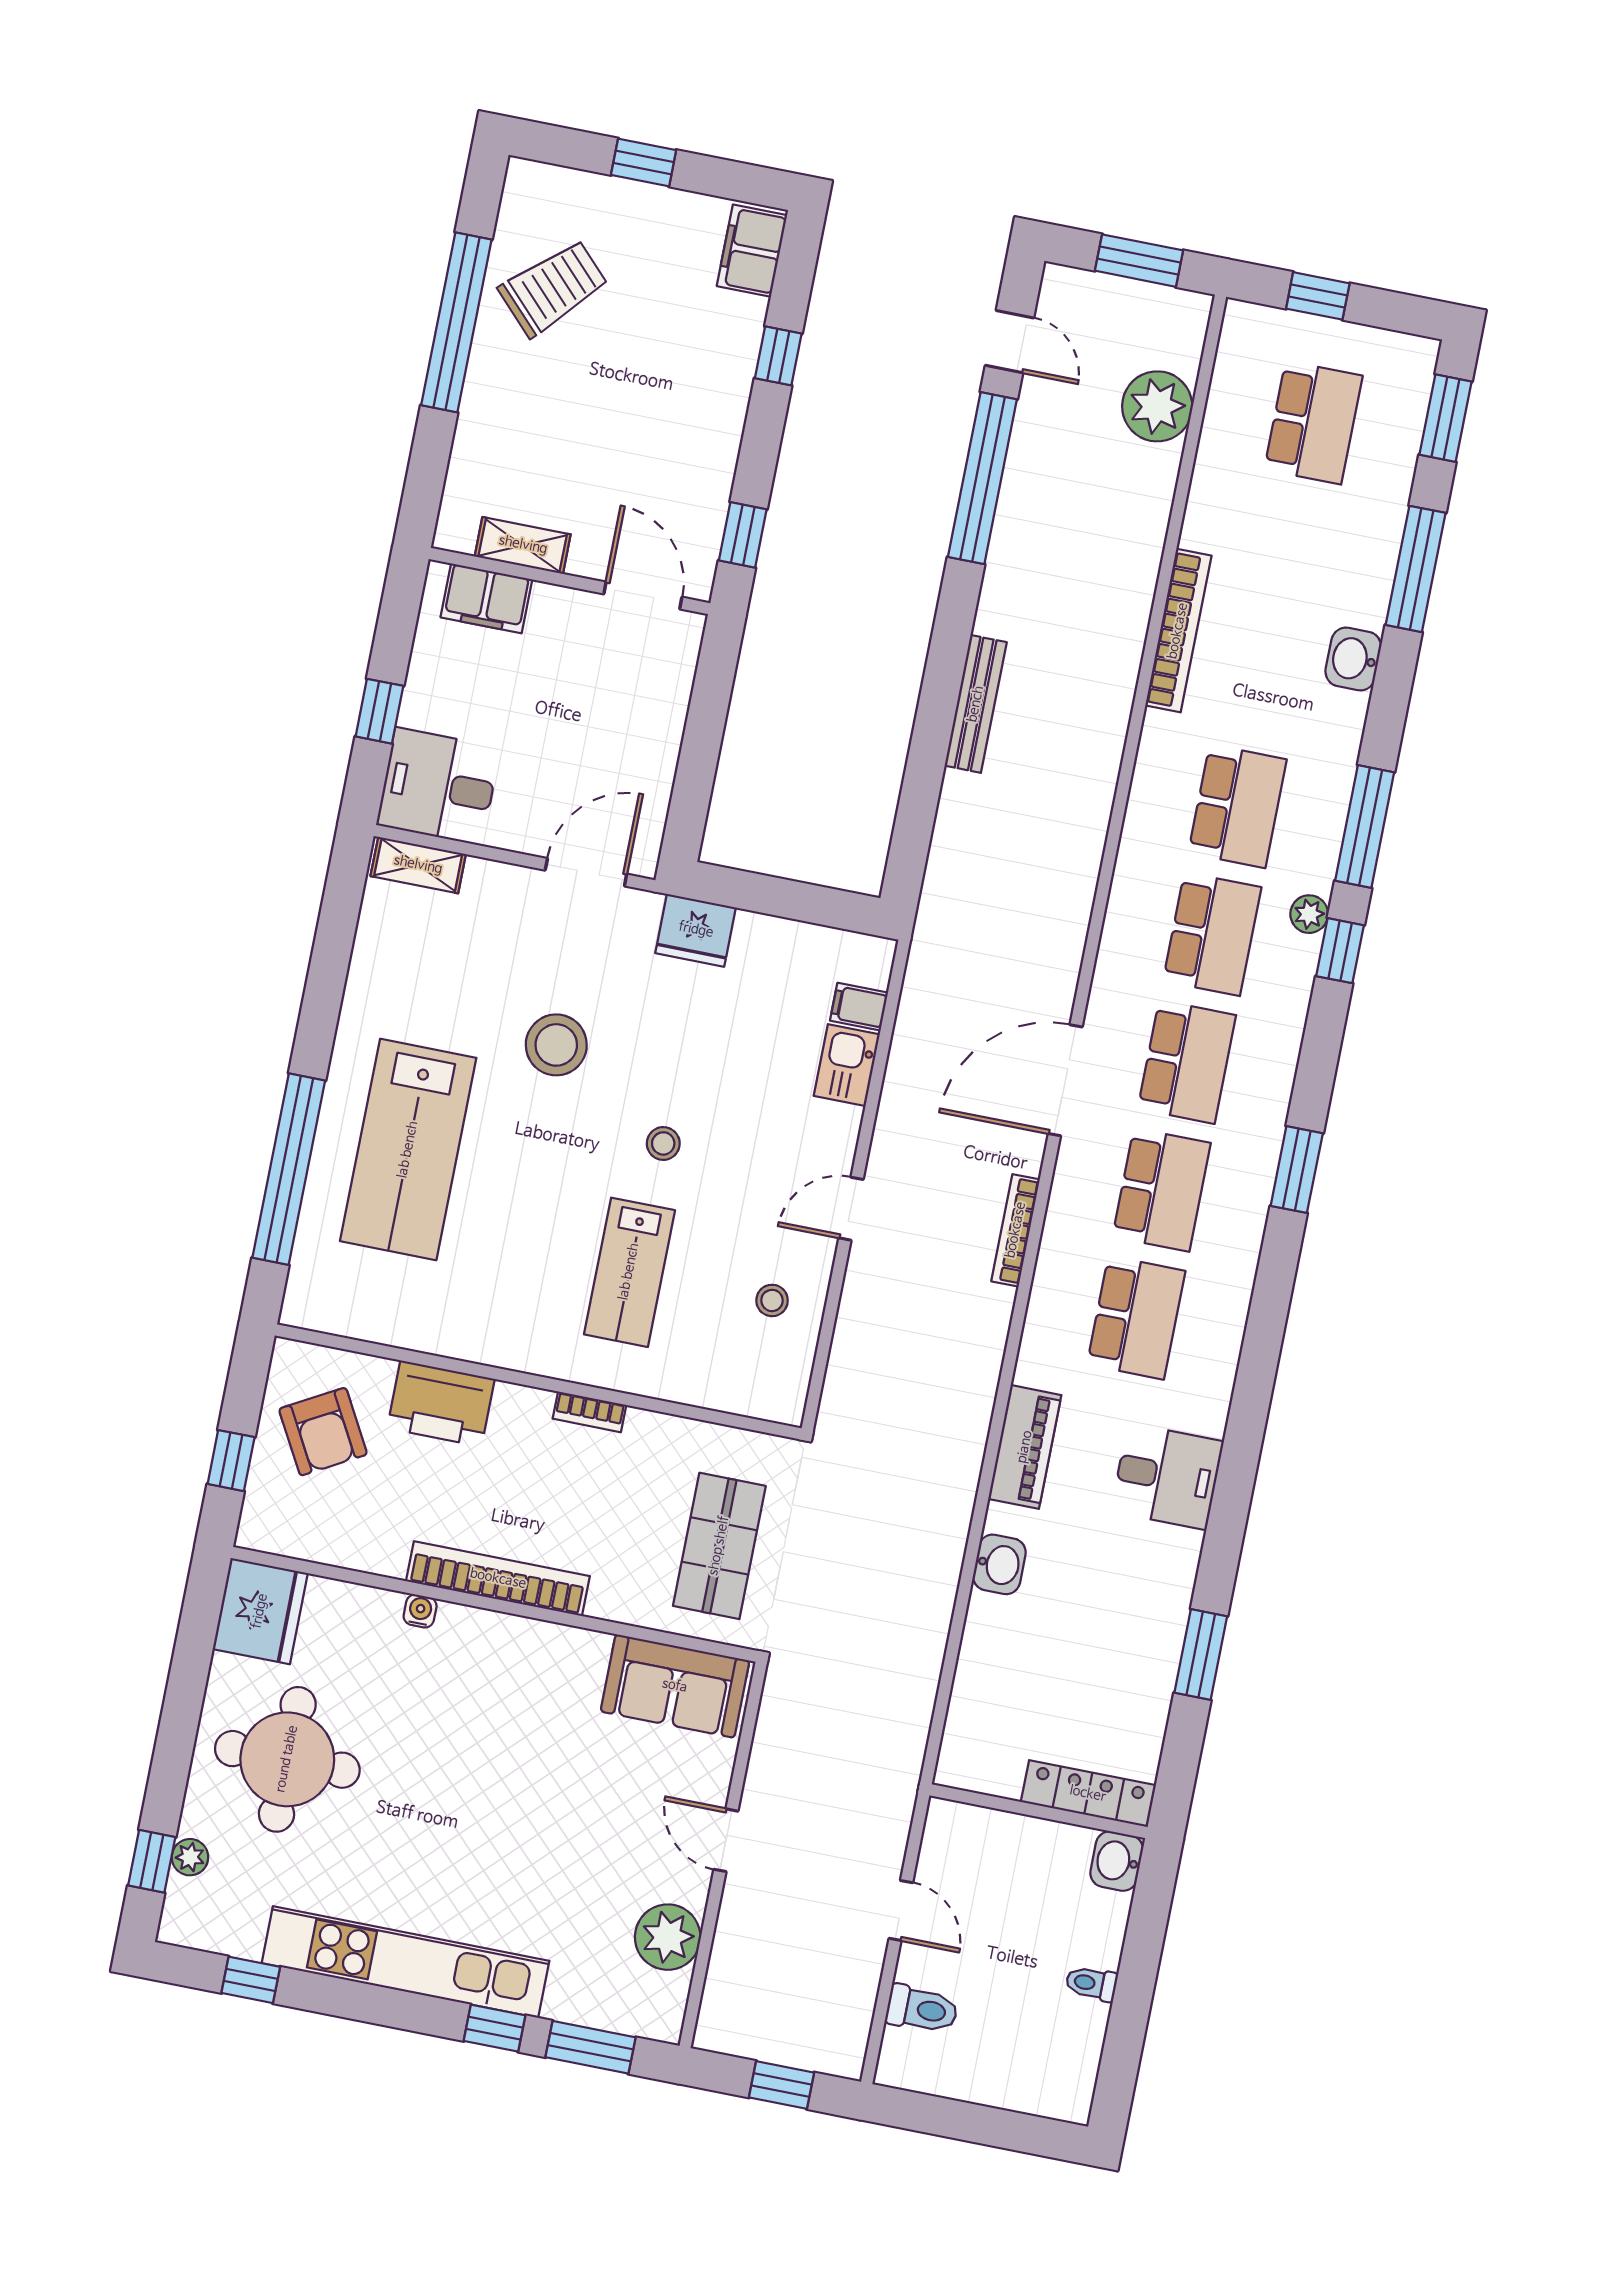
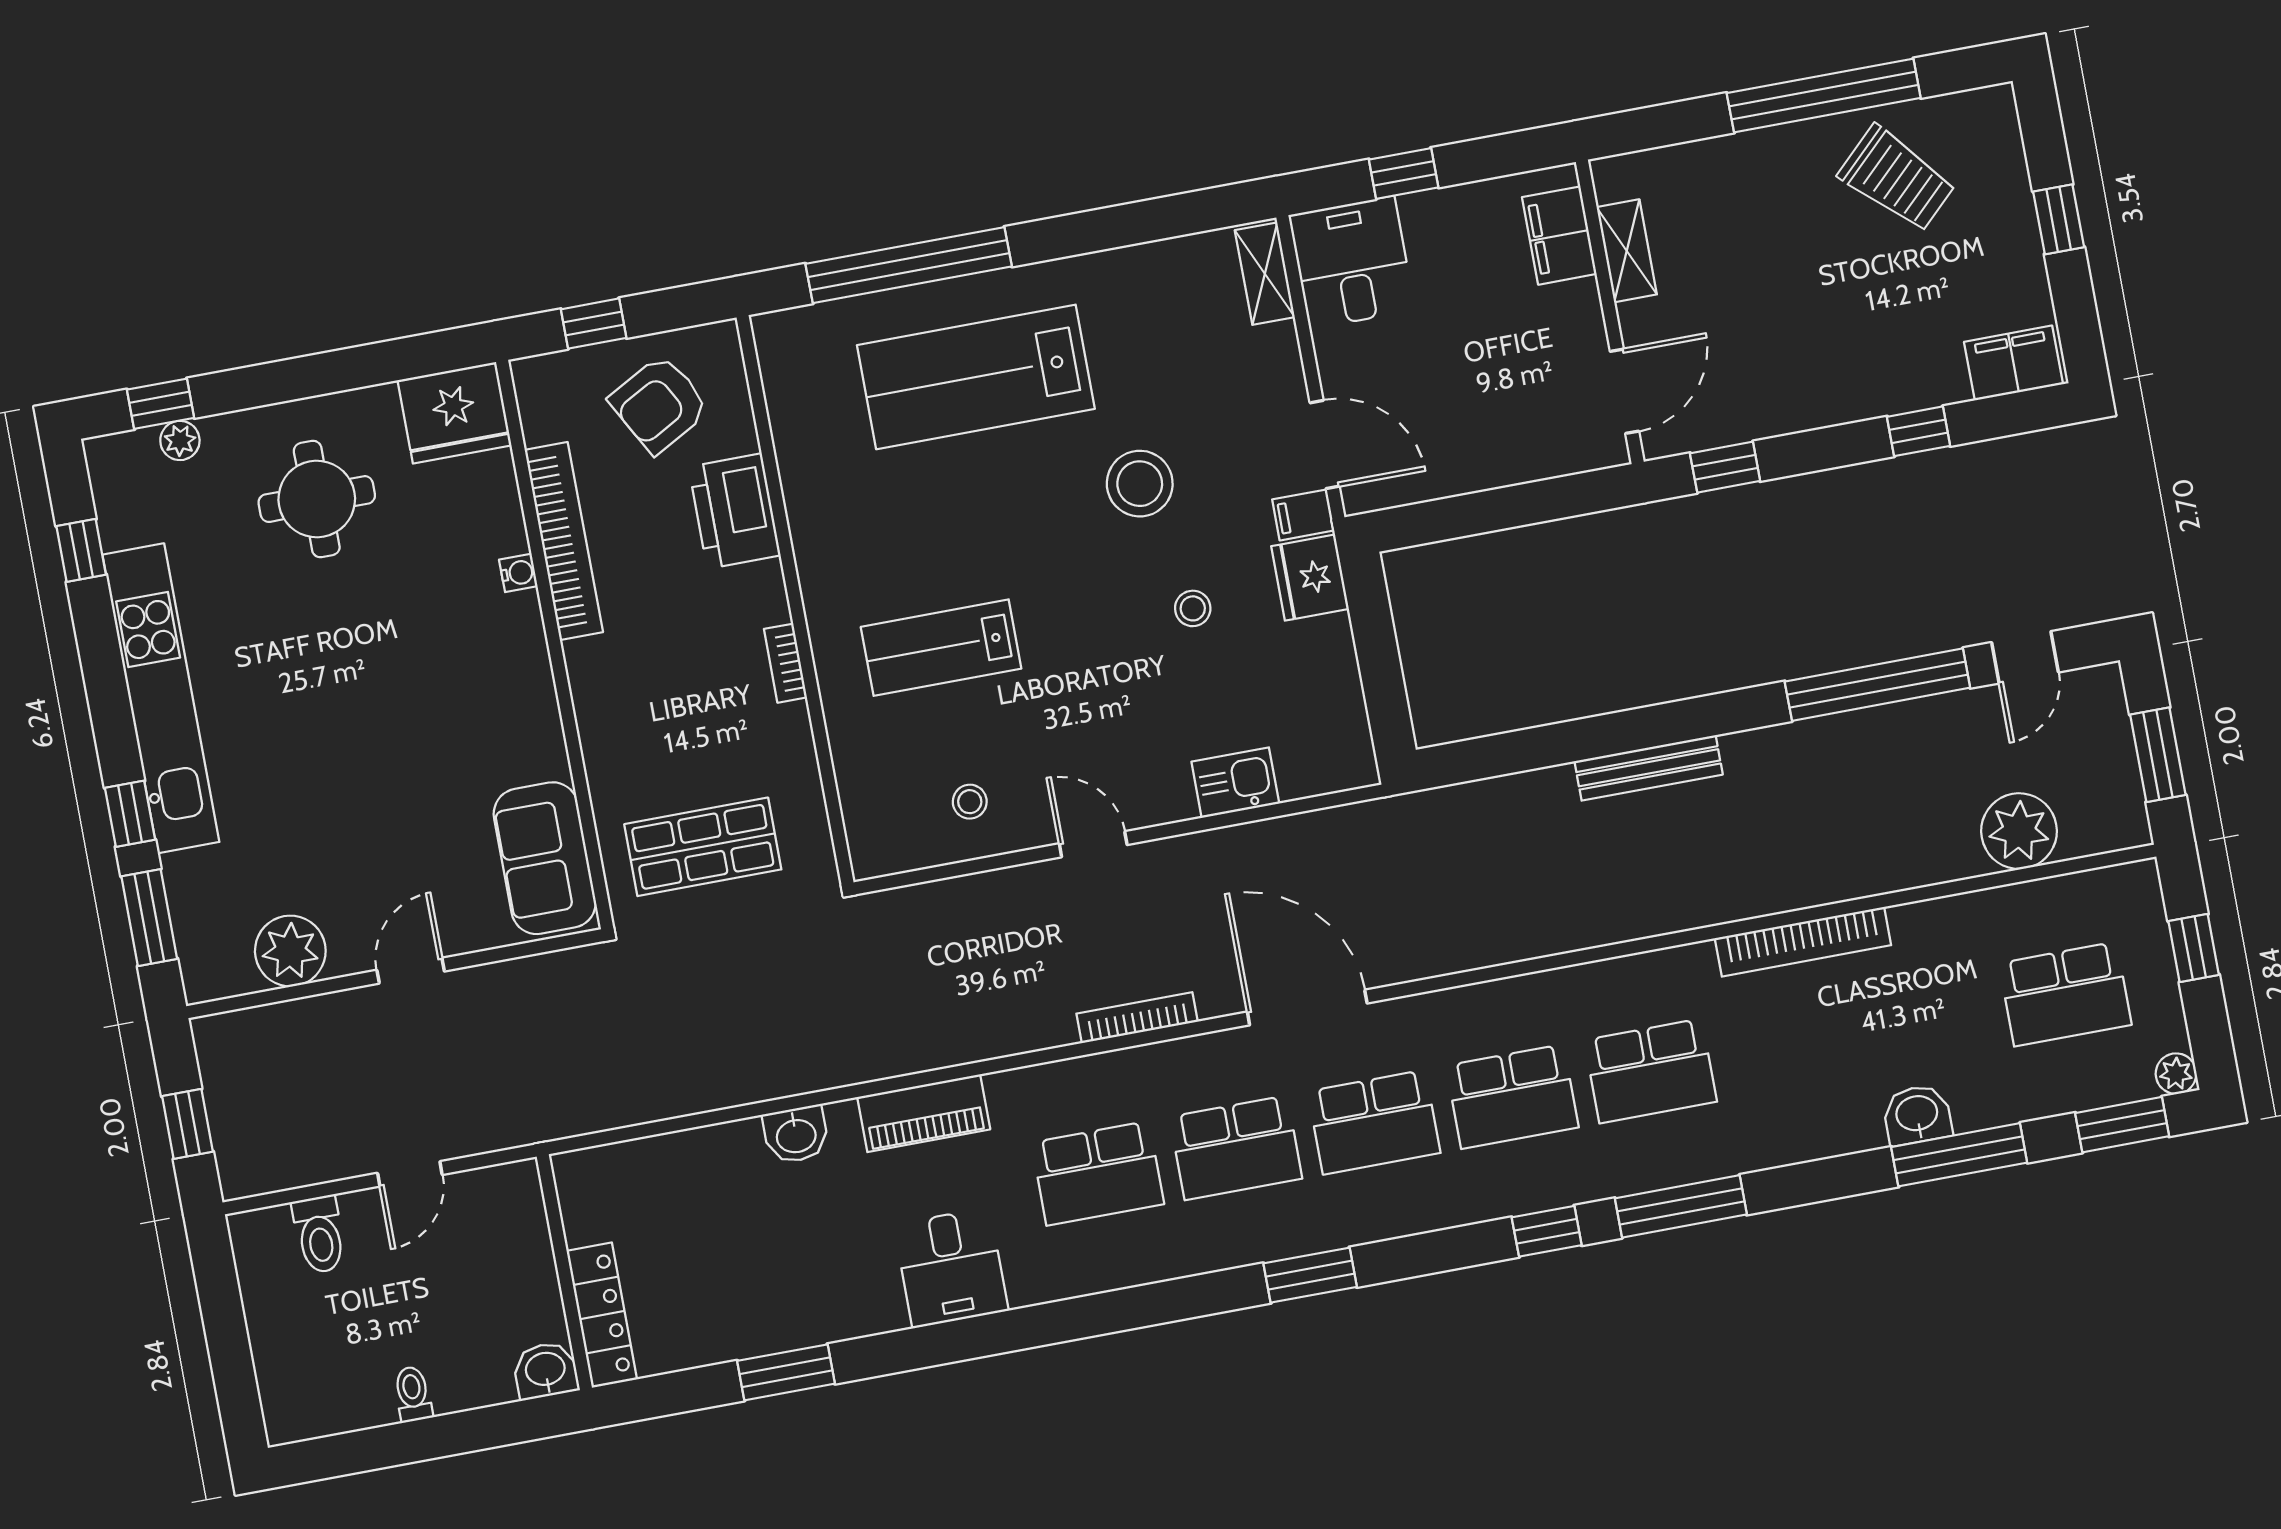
washbasin: (1353, 659) -> (1917, 1115), moved
plant: (1309, 914) -> (2176, 1074), moved
filing cabinet: (859, 1007) -> (1303, 515), moved, turned -90
stool: (663, 1143) -> (1193, 608), moved
bookcase: (498, 1579) -> (564, 541), moved
round table: (287, 1759) -> (317, 499), width x0.73, depth x0.73

